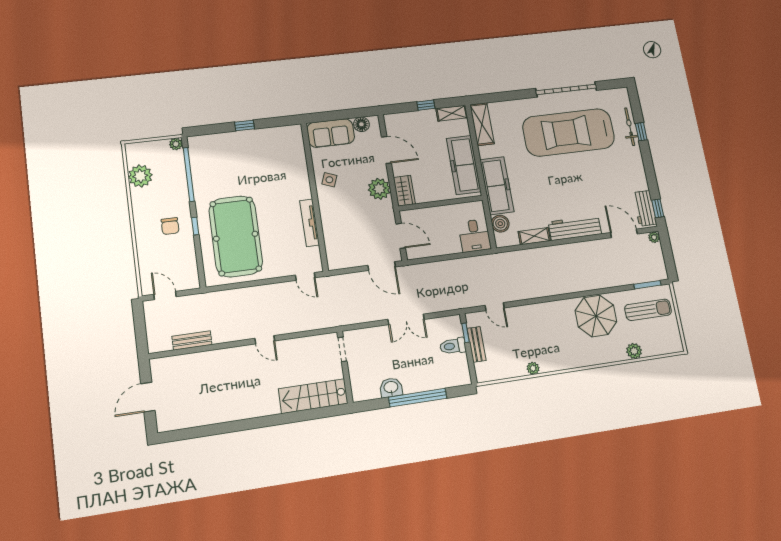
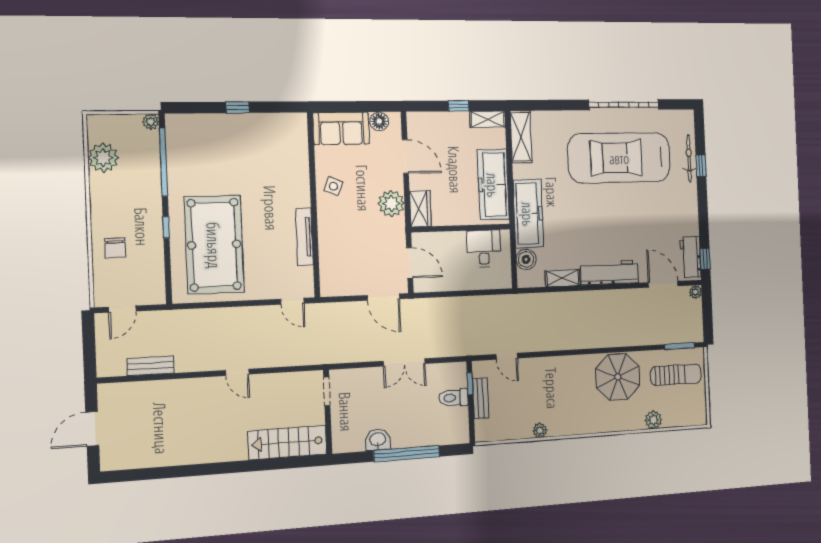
chair: (170, 226) -> (115, 248), moved
desk: (475, 236) -> (484, 249), moved, turned 180
door: (165, 295) -> (122, 309), swing flipped

